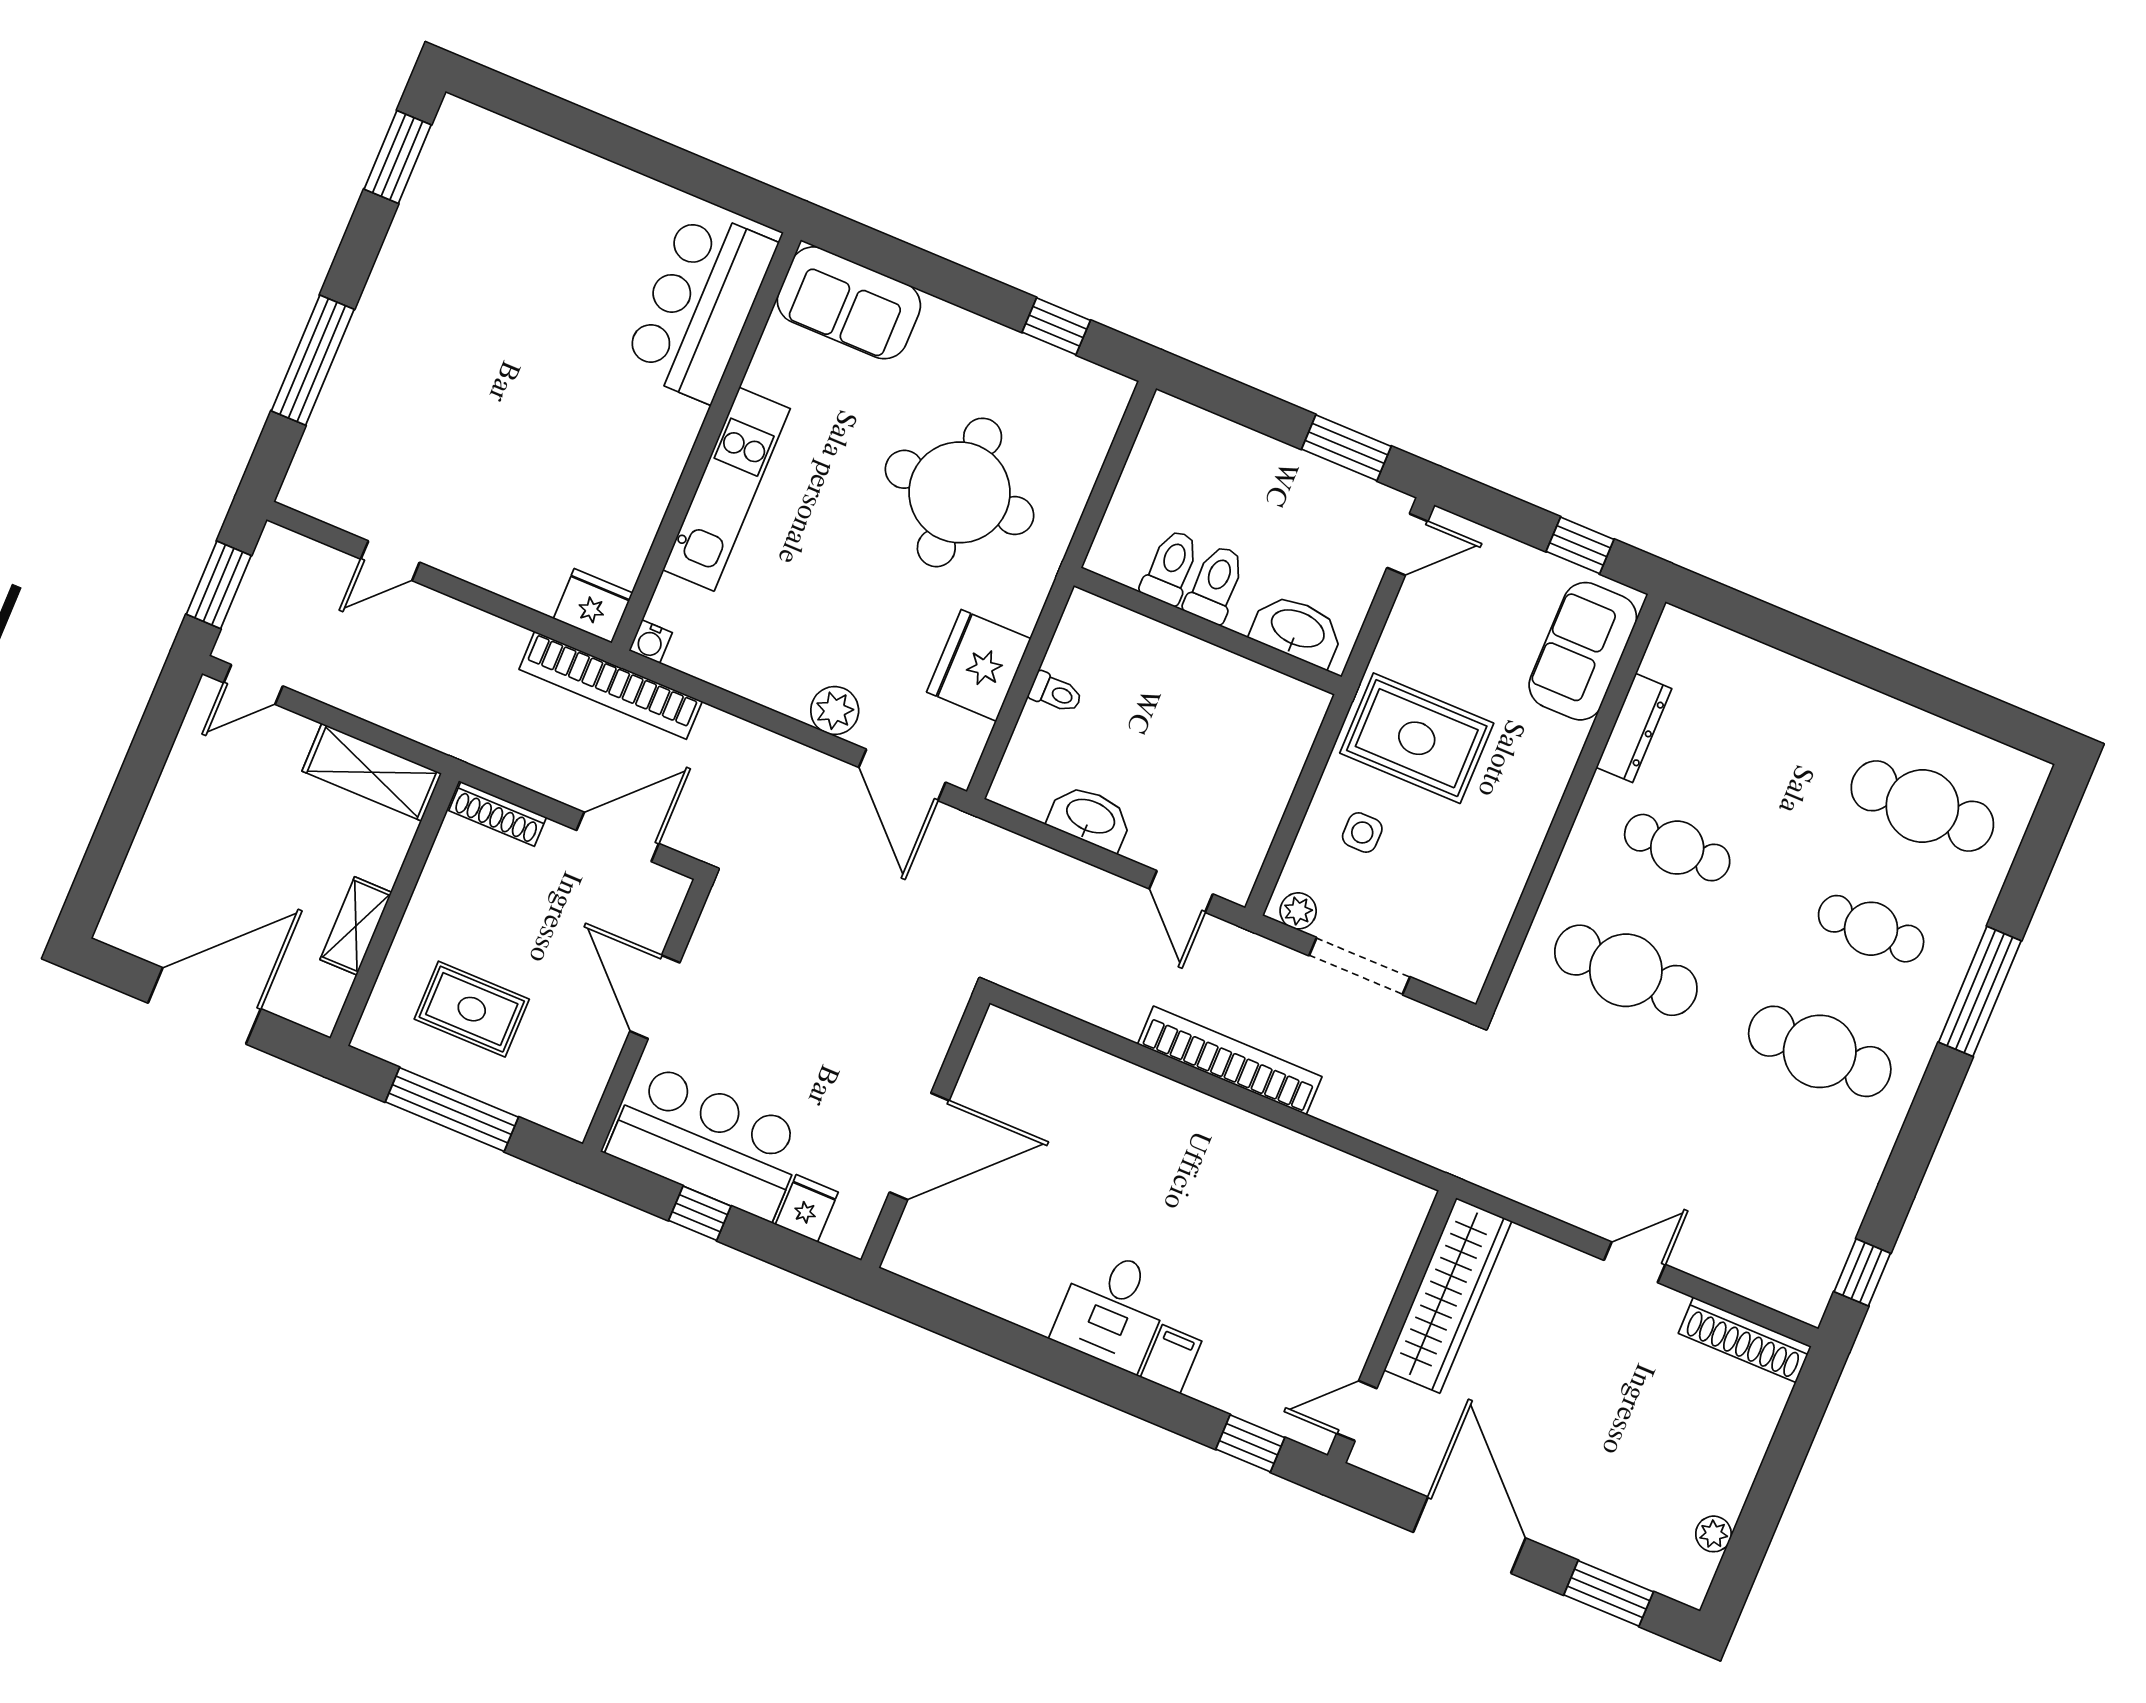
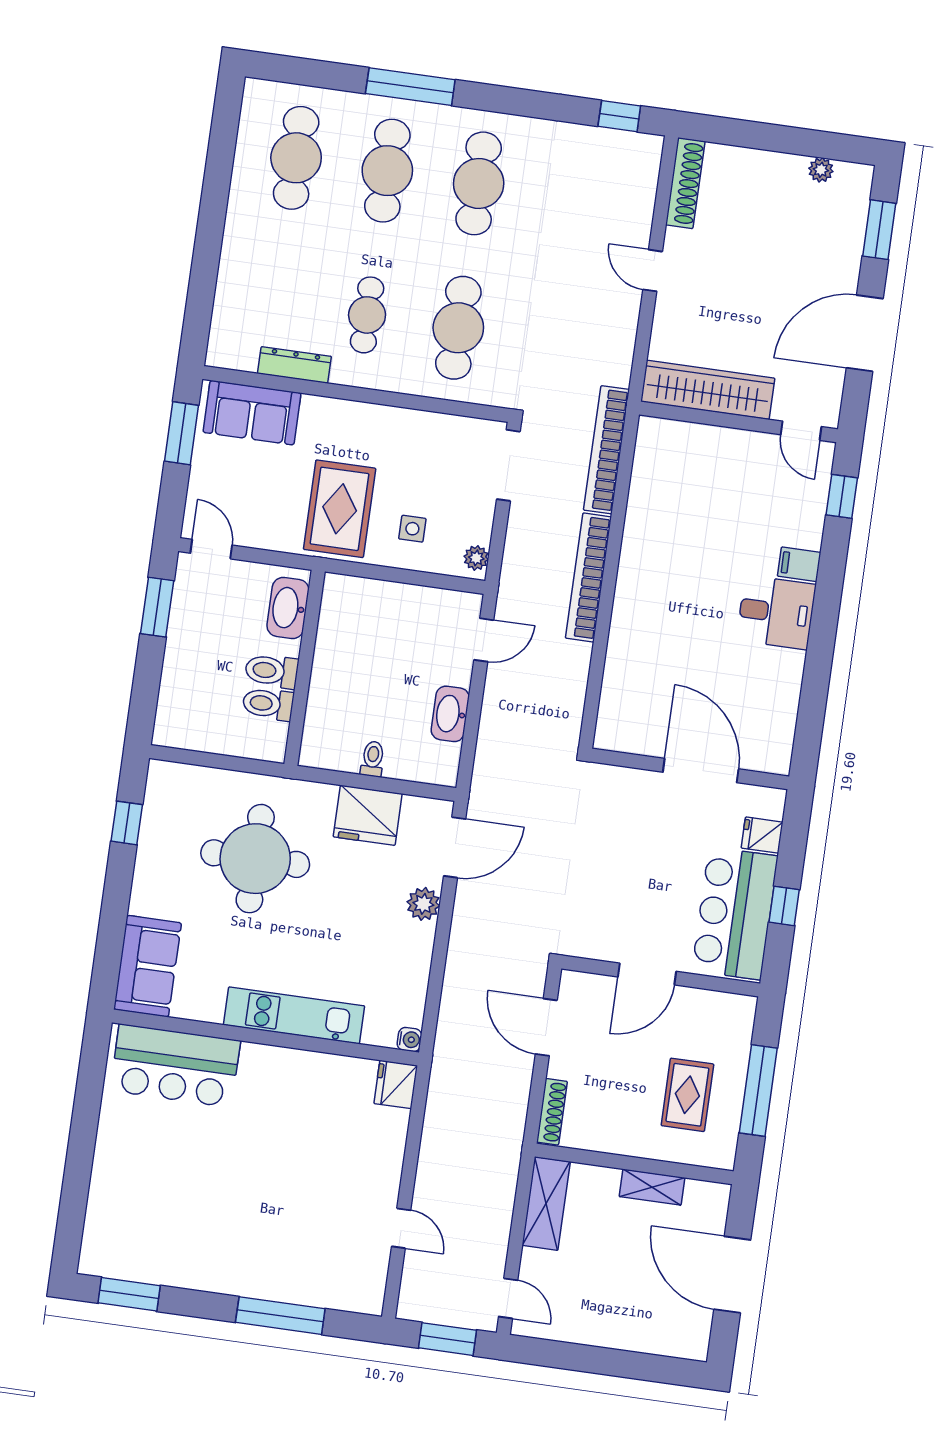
window: (1580, 545) -> (182, 433), width x1.50
bookcase: (611, 685) -> (606, 450), moved, turned 180
cafe table: (1871, 929) -> (387, 171), width x1.37, depth x1.35
doorway: (1360, 966) -> (508, 465), moved

